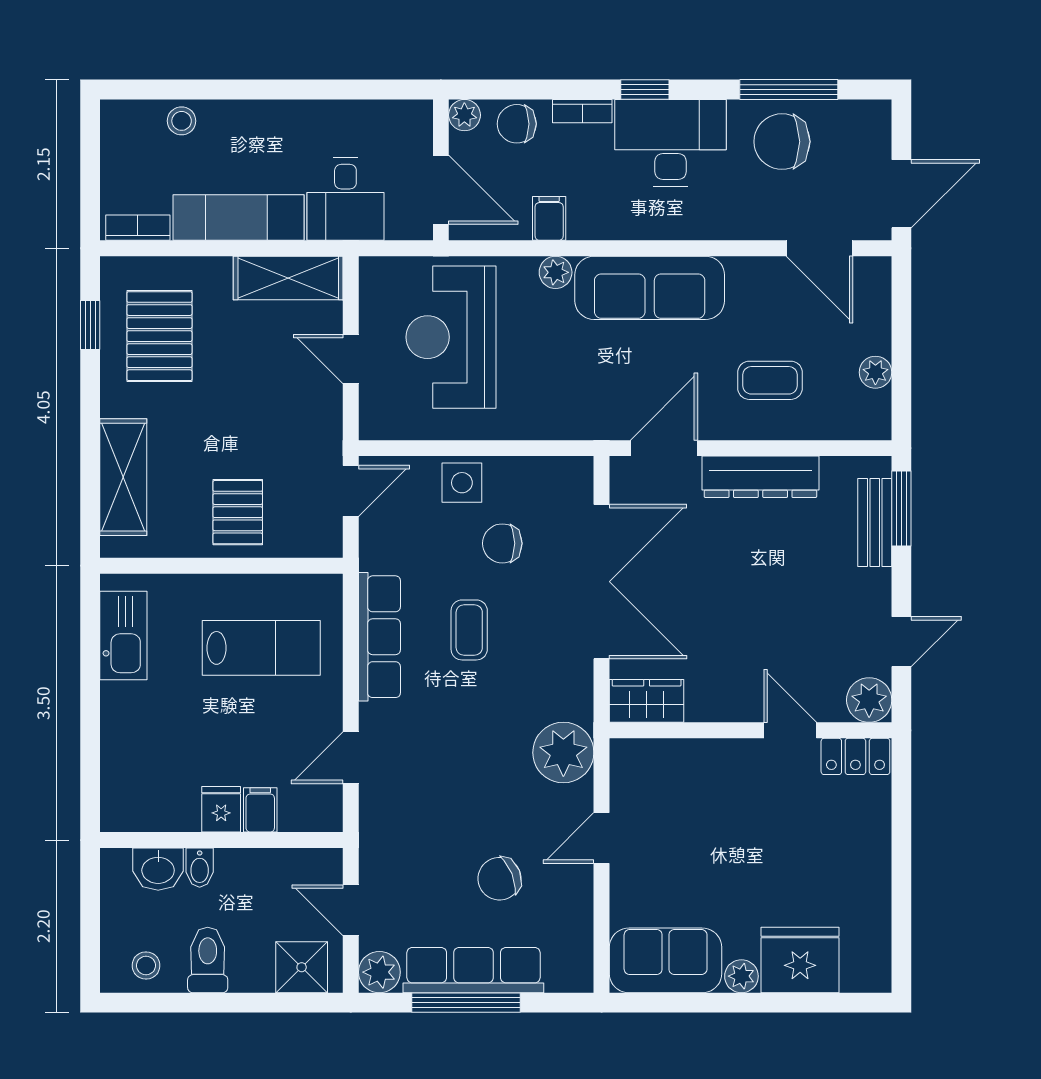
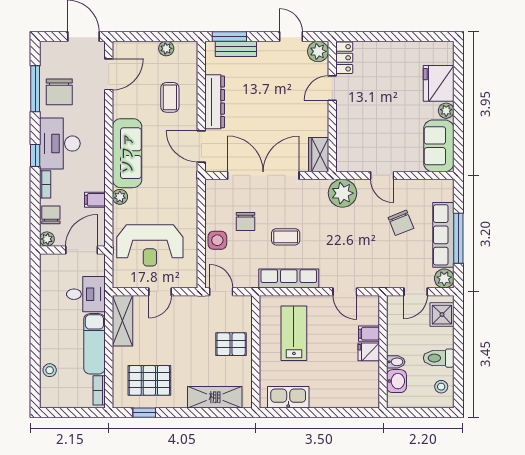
chair: (517, 124) -> (51, 215), turned 180

